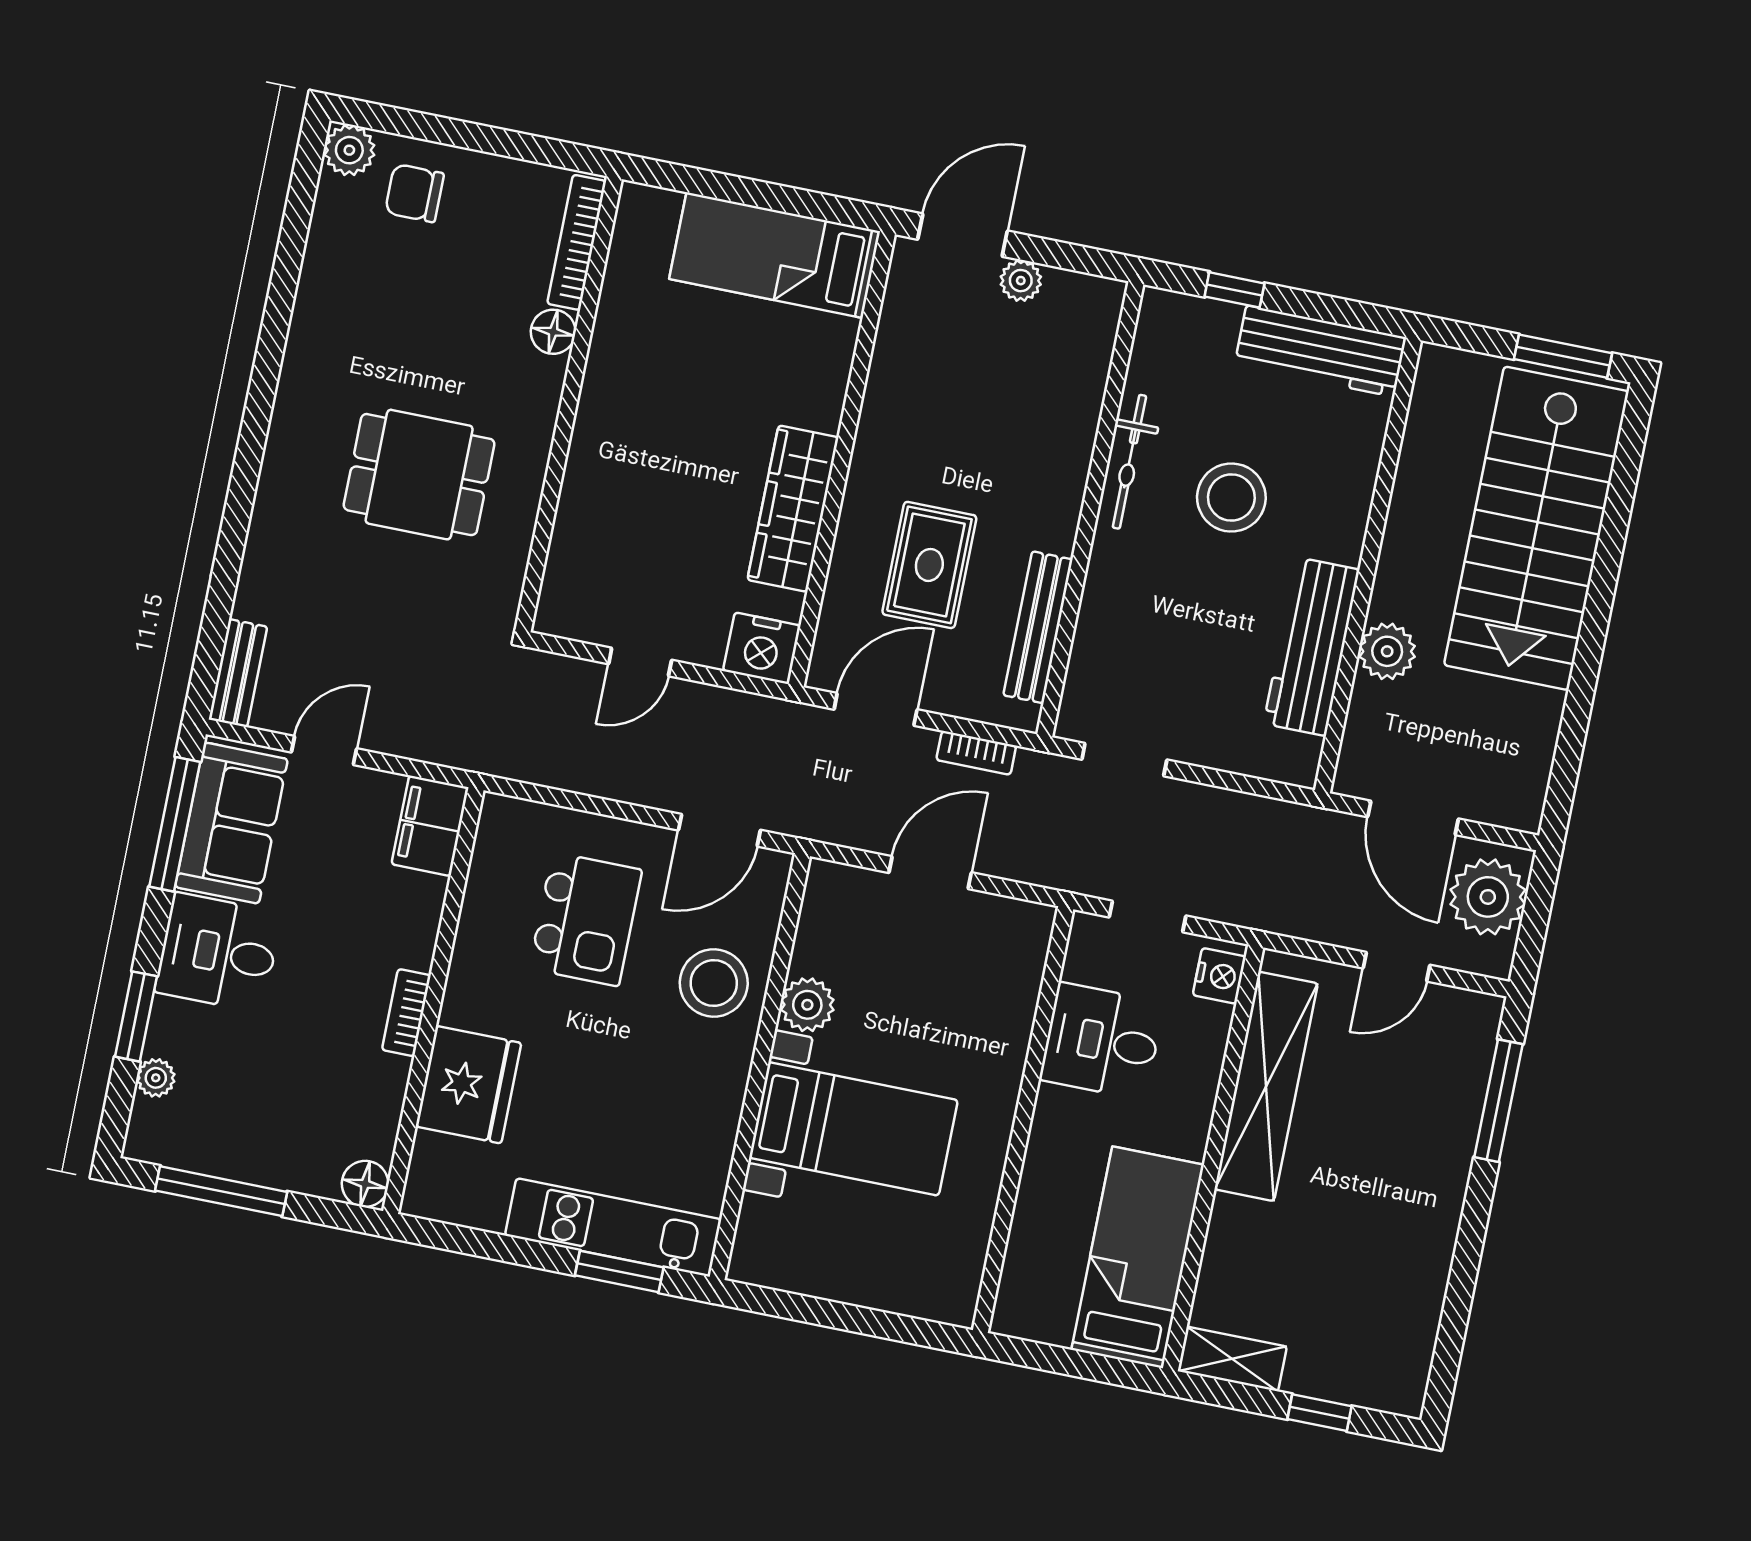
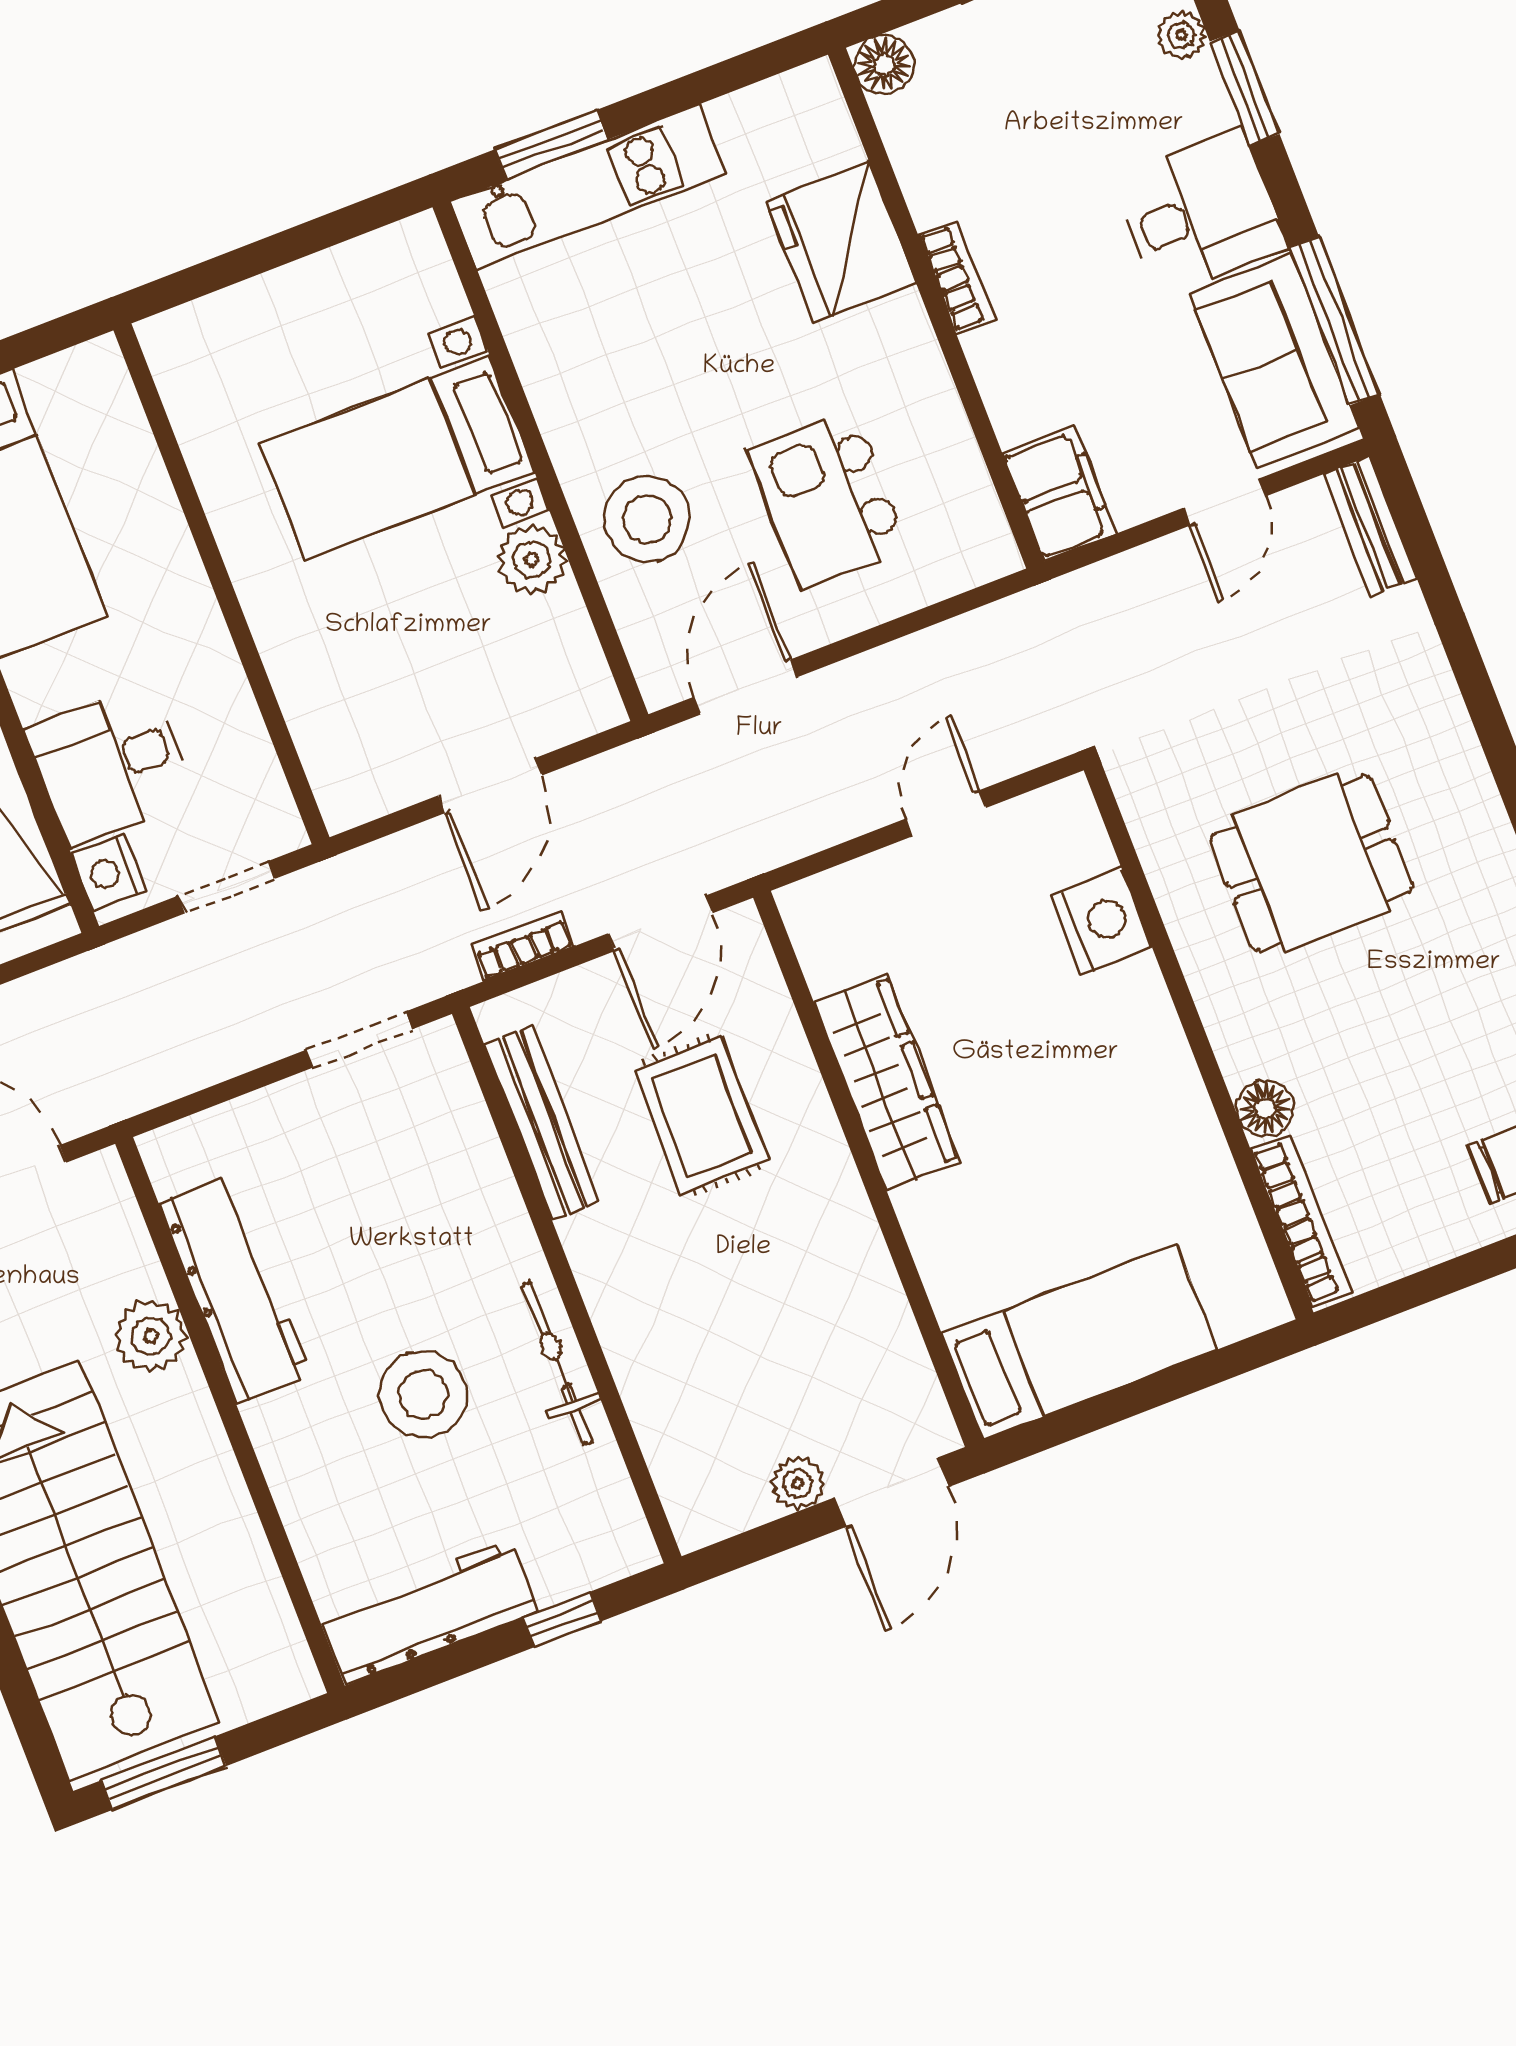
nightstand: (762, 648) -> (1101, 922), moved, turned 90
desk: (1102, 1041) -> (111, 764), moved, turned 180

